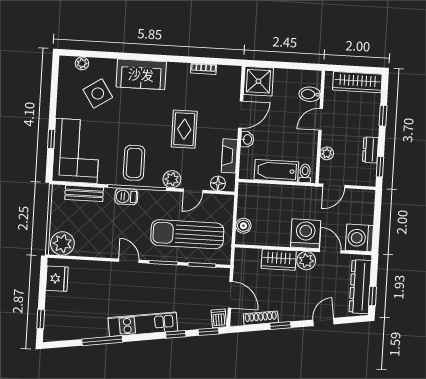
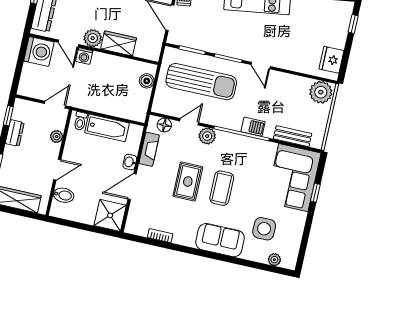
side table: (98, 93) -> (264, 229), turned 33
coffee table: (134, 163) -> (222, 188), moved
washing machine: (306, 234) -> (84, 56), width x0.53, depth x0.53

